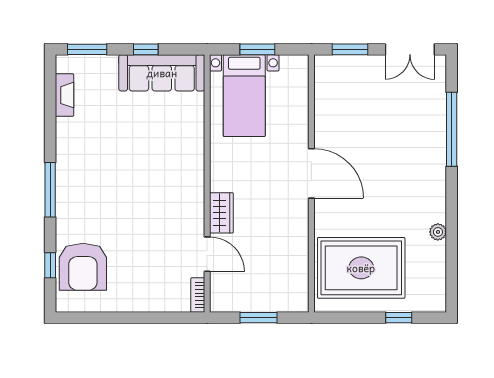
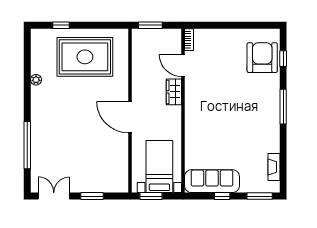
door: (311, 173) -> (130, 117), moved
wall: (311, 183) -> (130, 111), moved

